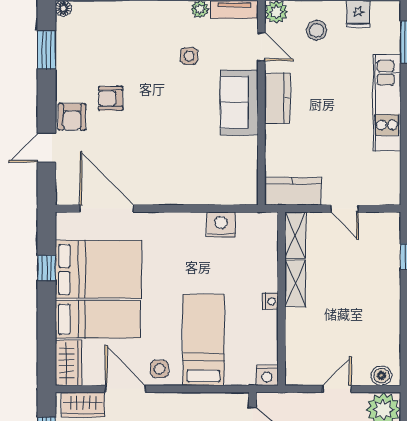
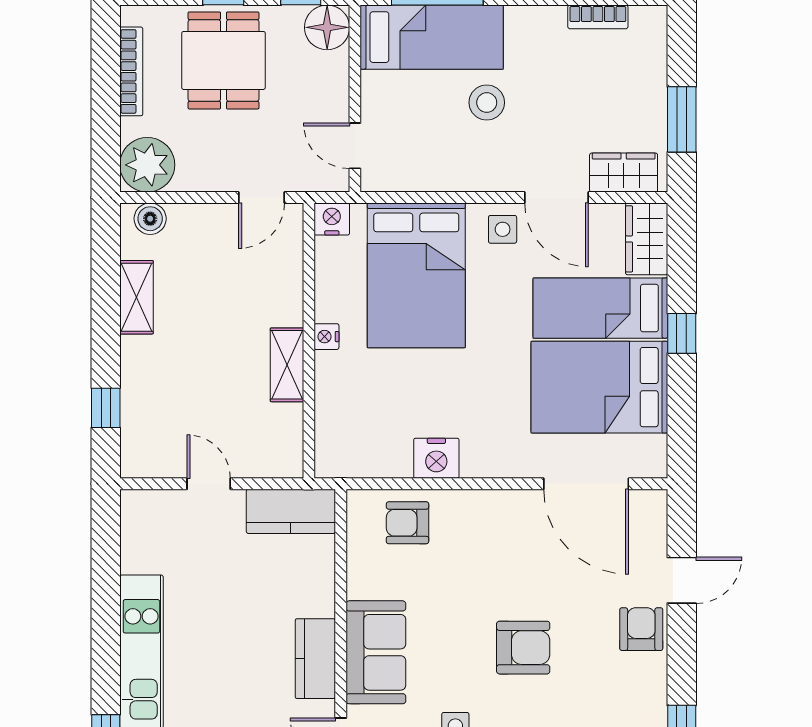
armchair: (111, 98) -> (523, 648), moved, width x1.38, depth x1.38
armchair: (219, 184) -> (407, 523), added
nightstand: (221, 225) -> (436, 458), moved
shelving: (295, 235) -> (136, 297), moved
window: (46, 268) -> (682, 333), moved
bed: (203, 340) -> (416, 275), width x1.50
door: (337, 389) -> (261, 198), moved

